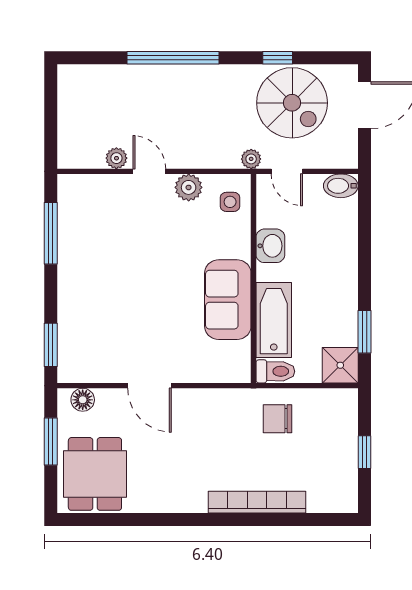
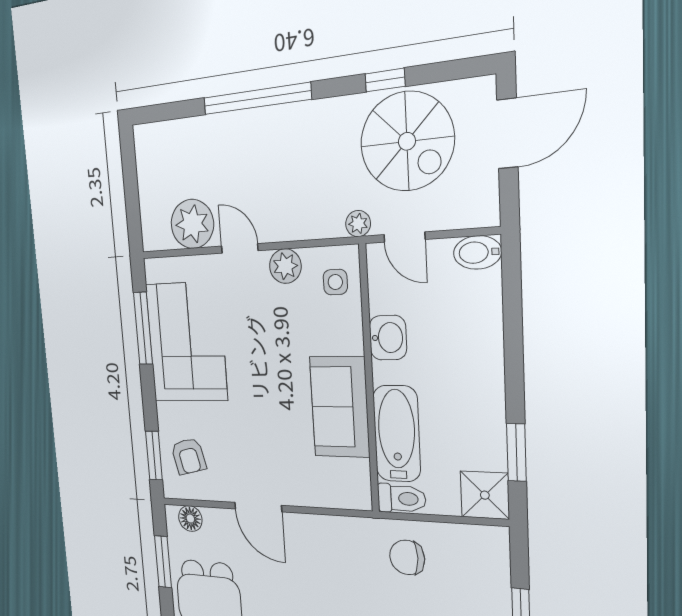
plant: (116, 158) -> (192, 224), width x1.88, depth x1.88
corner sofa: (93, 246) -> (186, 342), added
armchair: (86, 344) -> (189, 456), added

